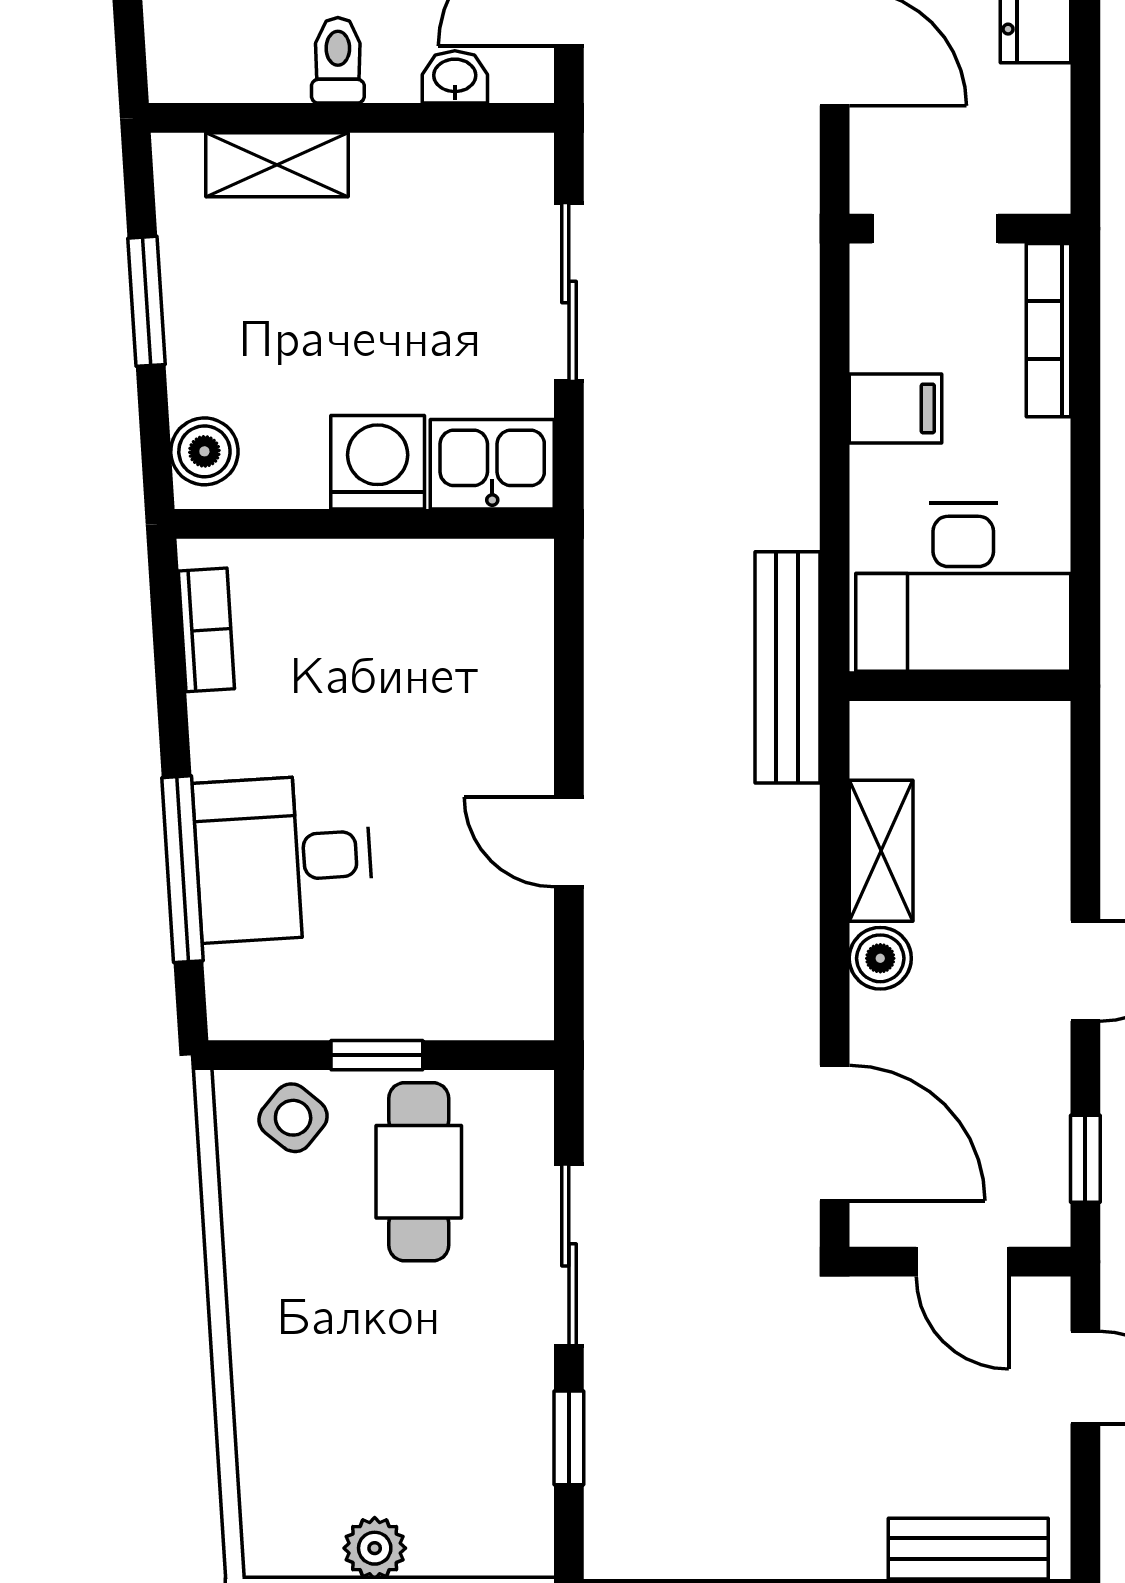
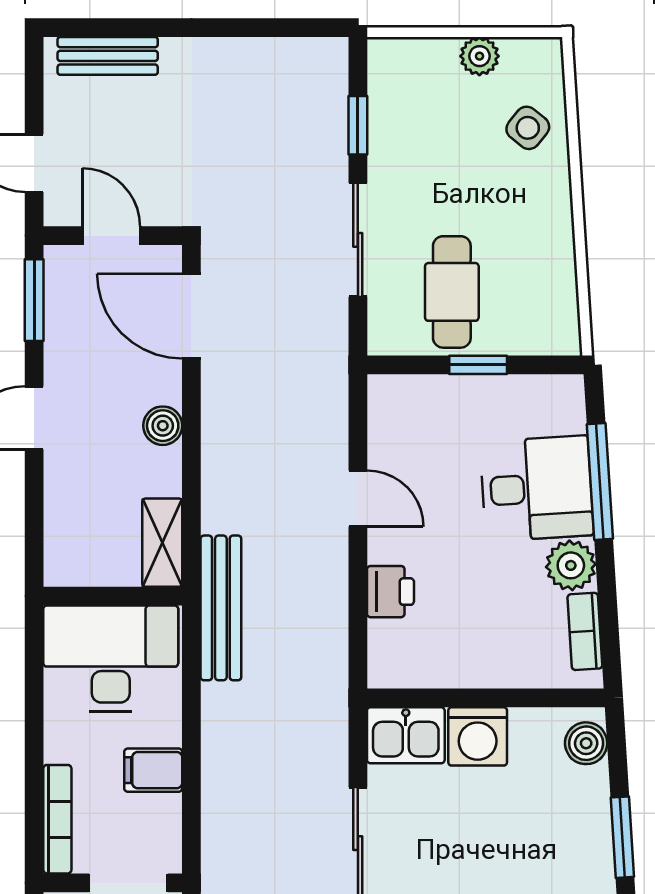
printer: (517, 693) -> (390, 592), added
plant: (229, 735) -> (571, 565), added
shelving: (881, 851) -> (162, 543), moved
side table: (293, 1118) -> (528, 128), moved
window: (1085, 1159) -> (34, 300), width x1.50

